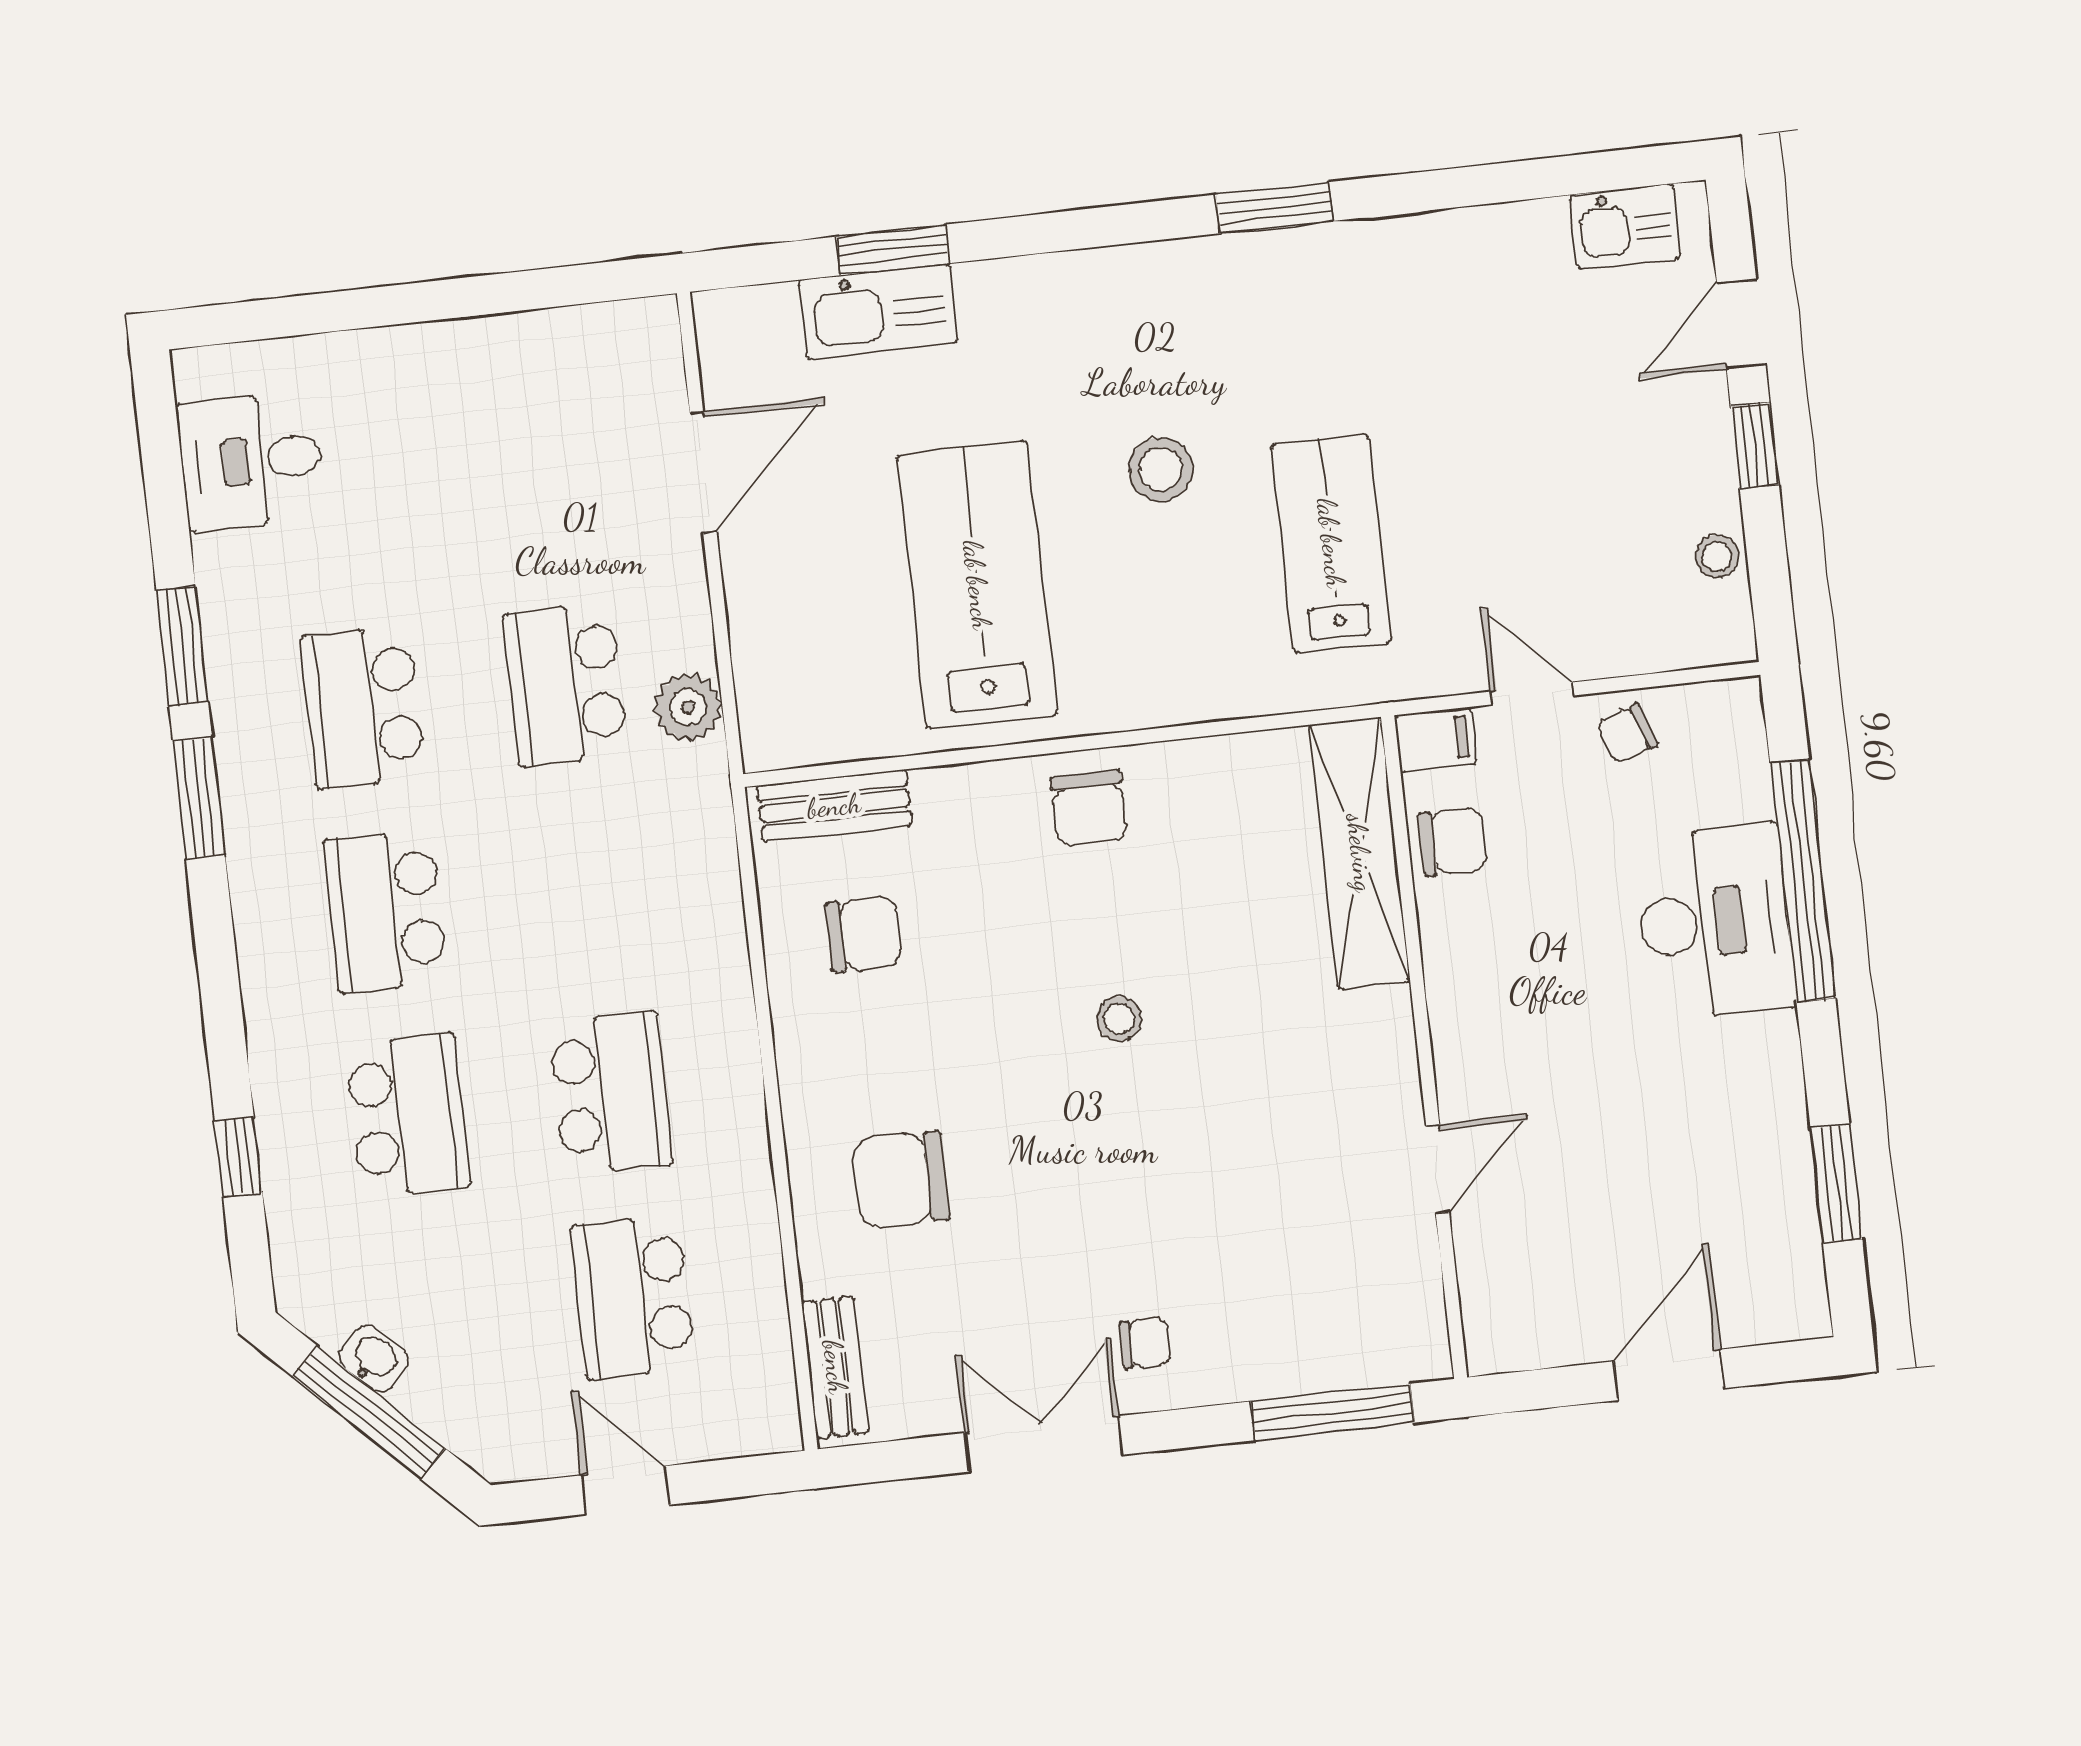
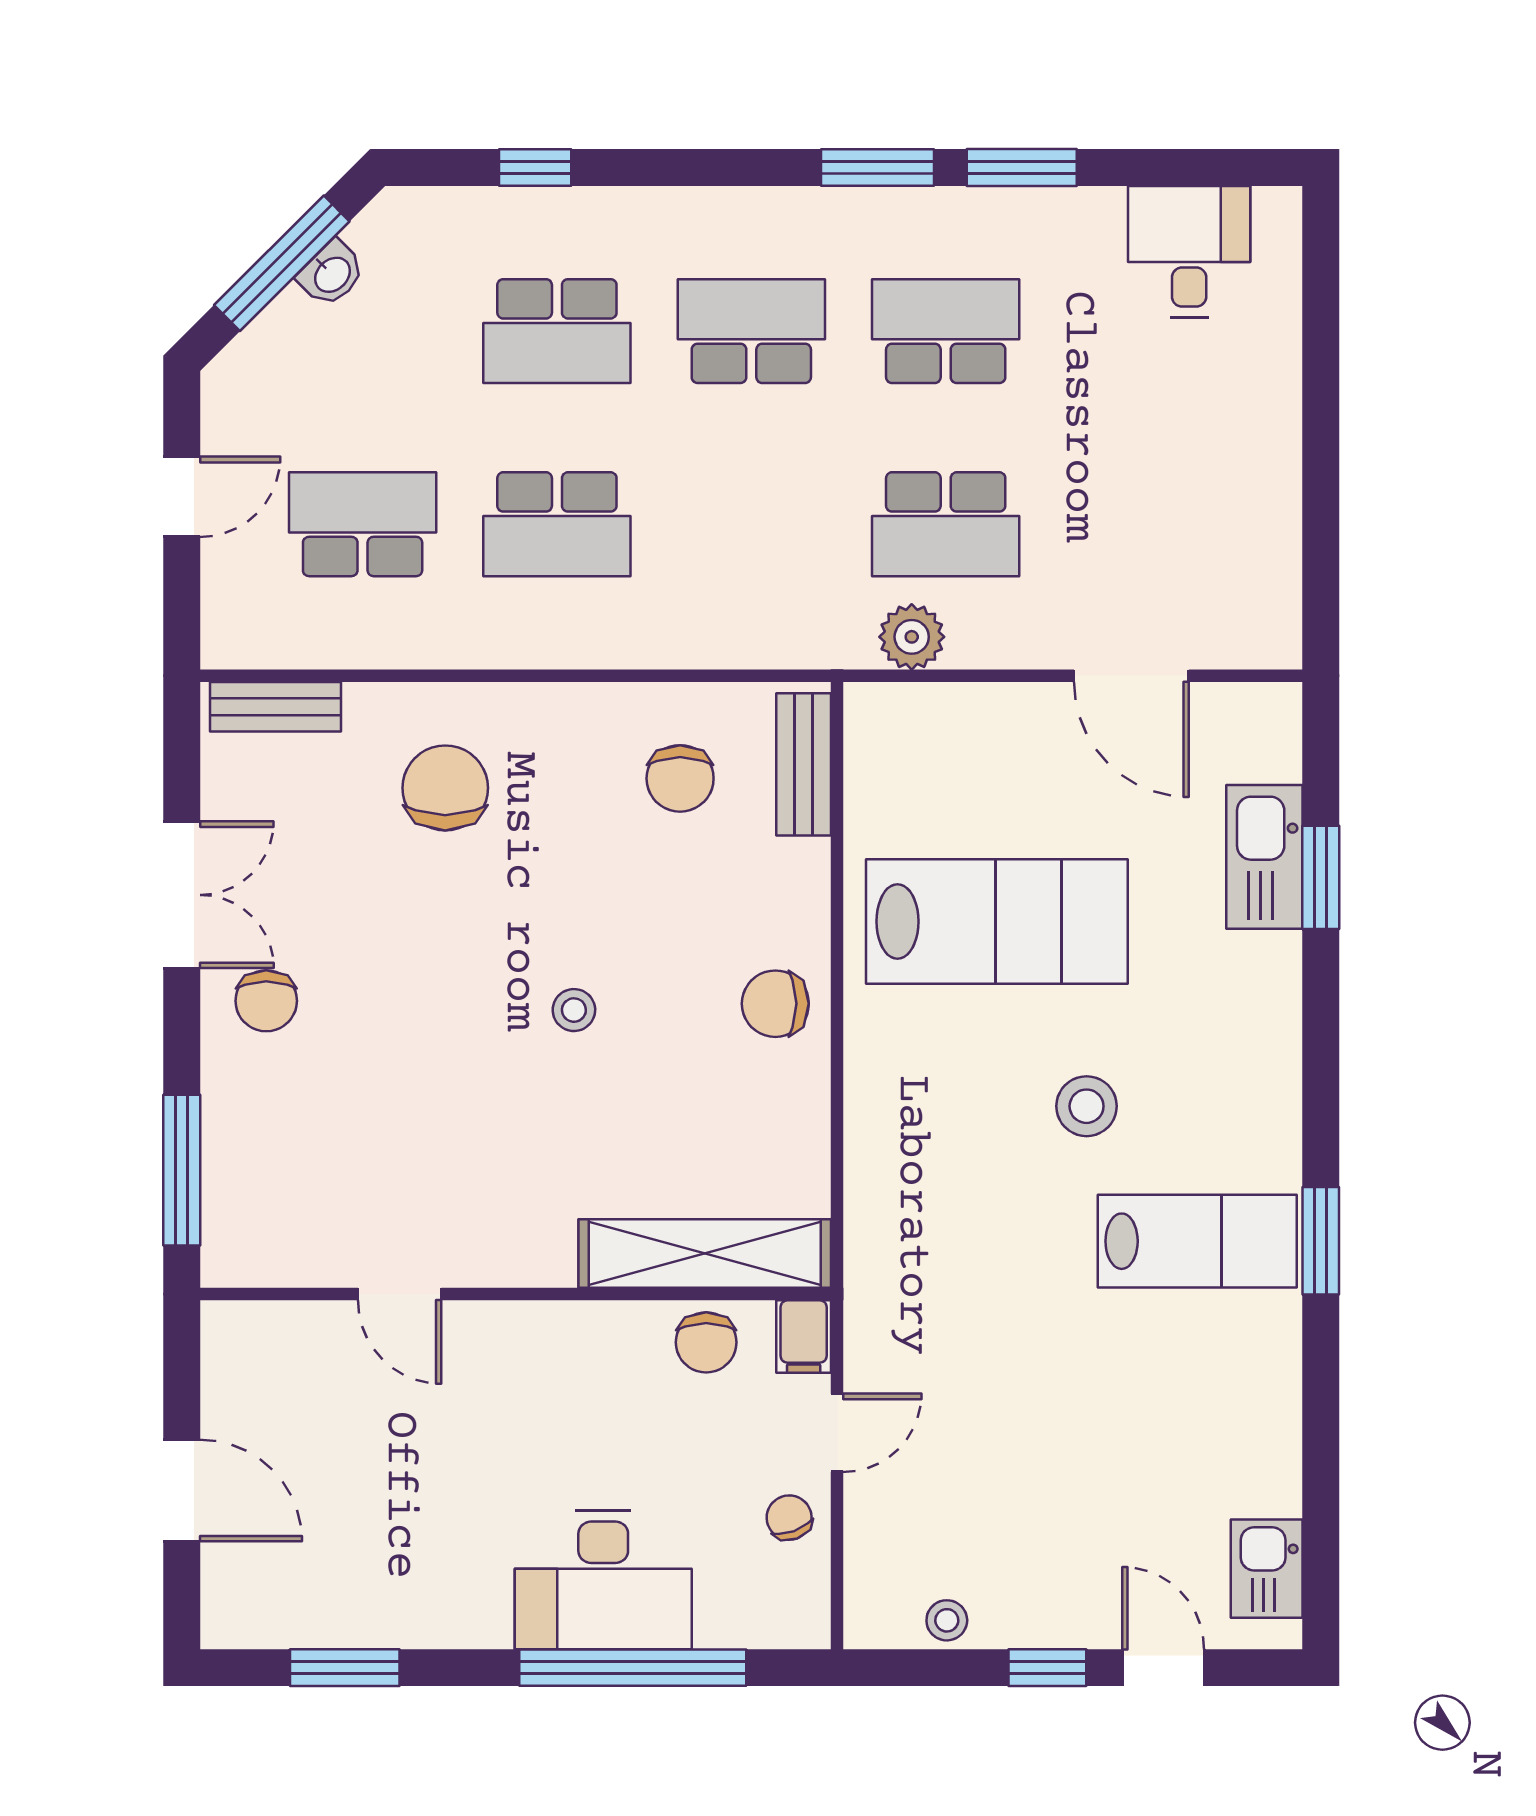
lab bench: (1331, 543) -> (1197, 1241), moved
school desk: (566, 685) -> (946, 524), turned 180
chair: (1145, 1343) -> (266, 1001), width x1.37, depth x1.37

